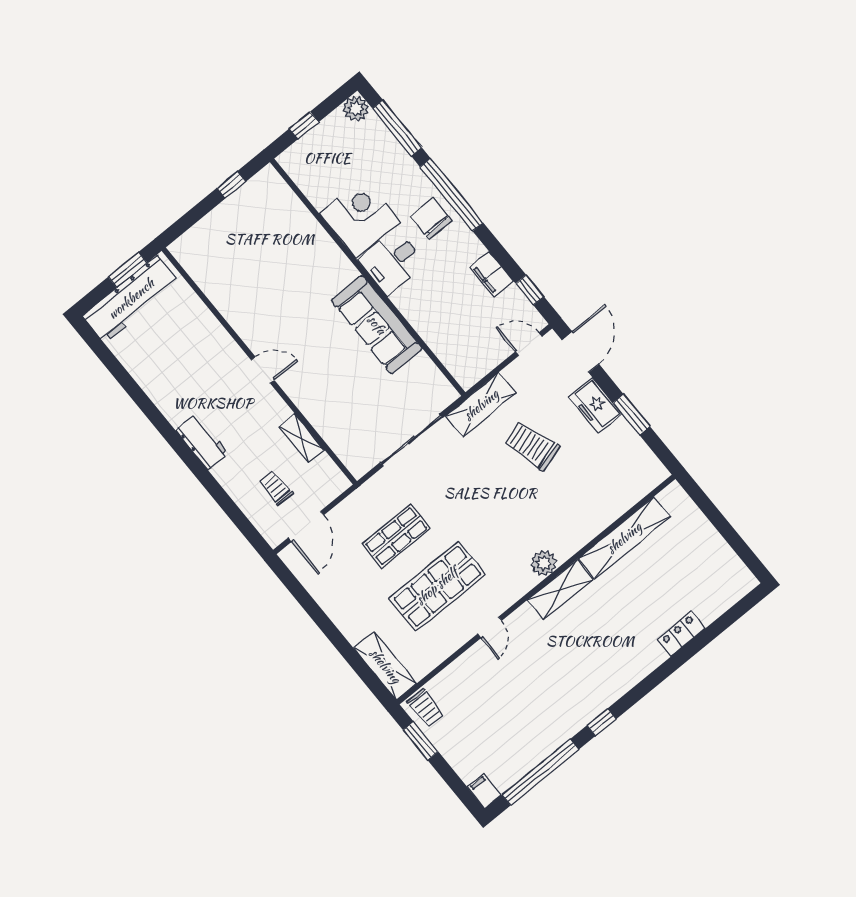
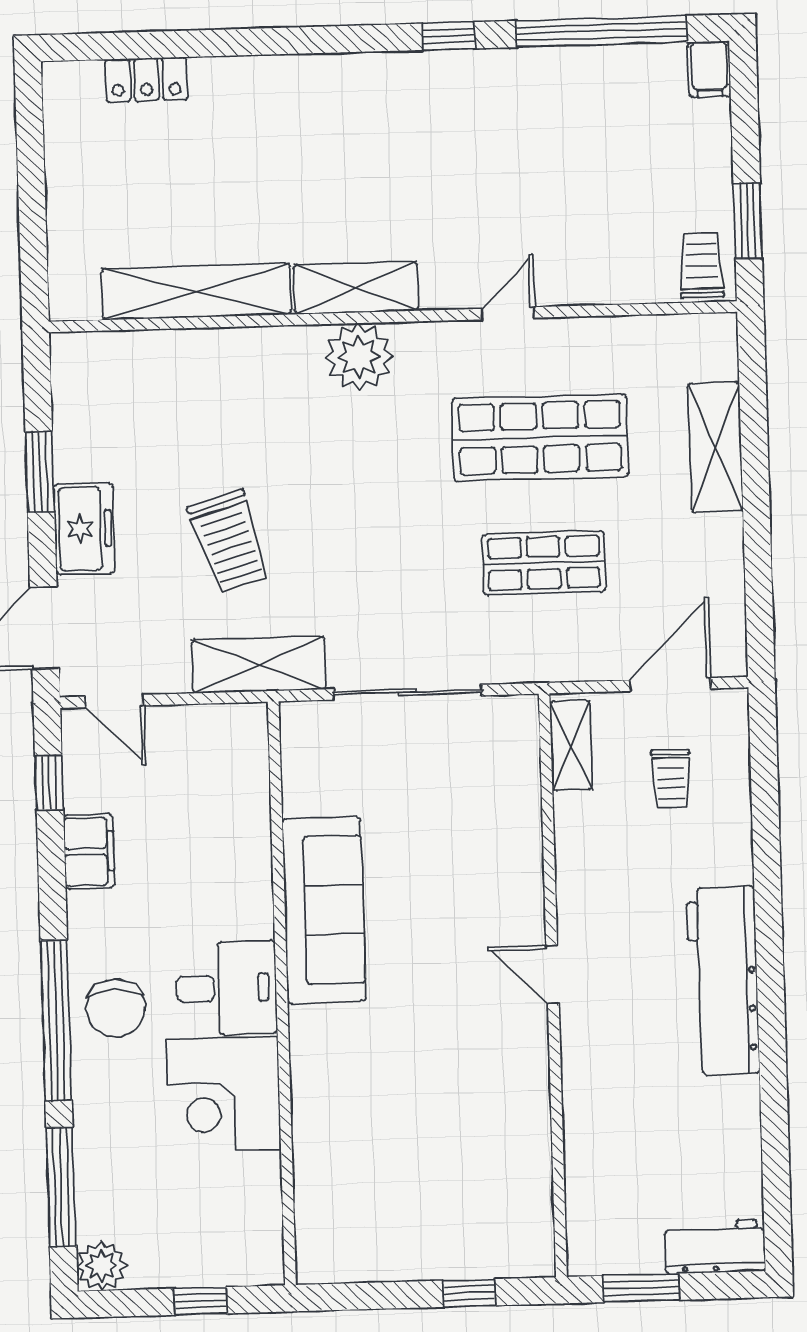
window: (231, 185) -> (469, 1293), moved
workbench: (131, 299) -> (715, 1247), width x0.53, depth x0.76
shelving: (301, 438) -> (571, 746), moved
workbench: (202, 442) -> (723, 981), width x1.88, depth x1.32
plant: (544, 563) -> (359, 357), width x1.36, depth x1.36
locker: (681, 634) -> (146, 80), moved
shelving: (385, 666) -> (715, 447), moved

